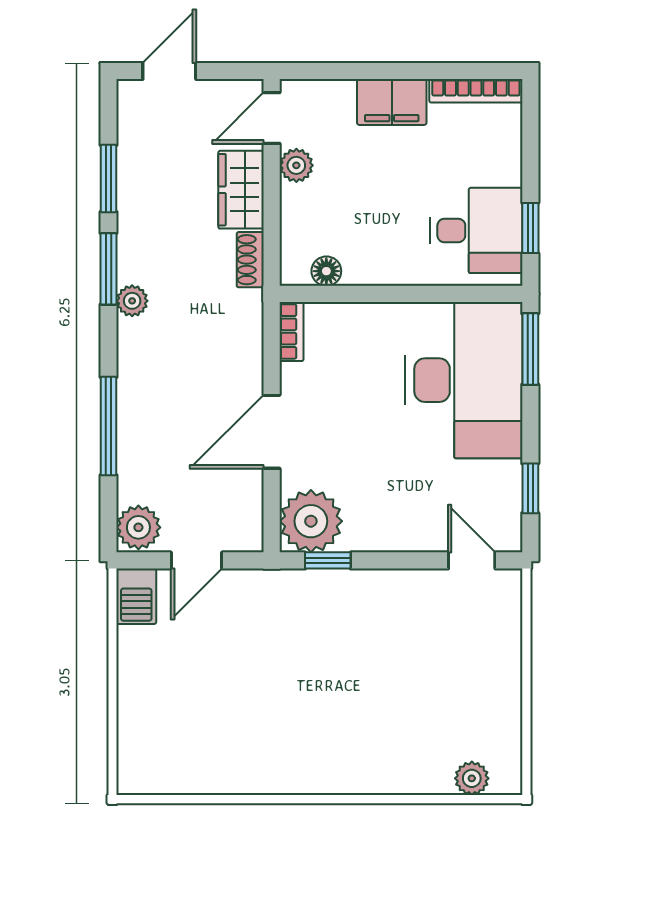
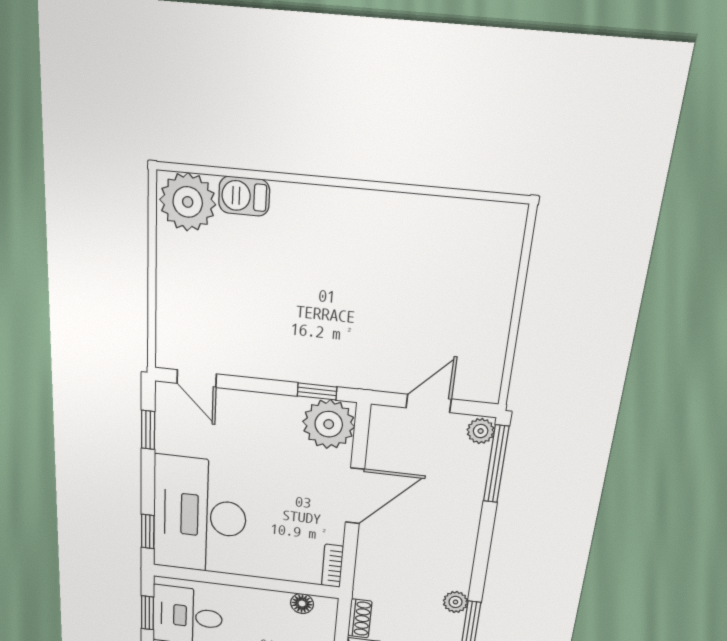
window: (530, 349) -> (148, 532), width x0.67
window: (109, 426) -> (496, 464), moved
plant: (138, 527) -> (481, 431), width x0.73, depth x0.73
barbecue: (136, 596) -> (244, 196), moved, turned -90
plant: (472, 778) -> (188, 202), width x1.87, depth x1.87

